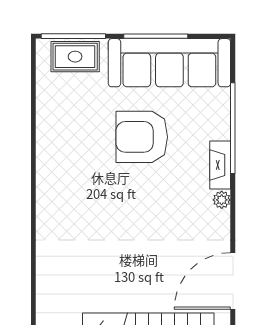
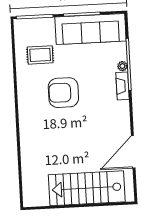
rug: (75, 57) -> (40, 55), moved
armchair: (142, 137) -> (63, 93), moved
plant: (222, 200) -> (122, 66), moved

